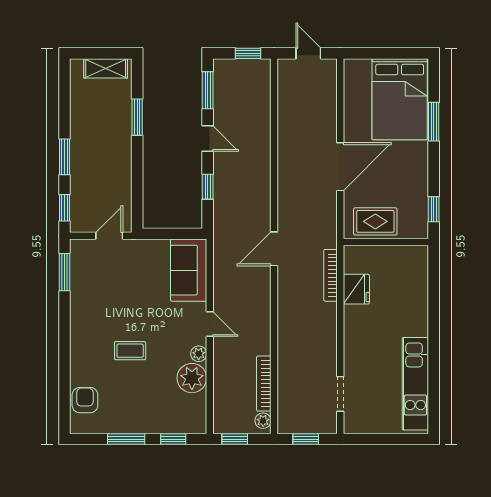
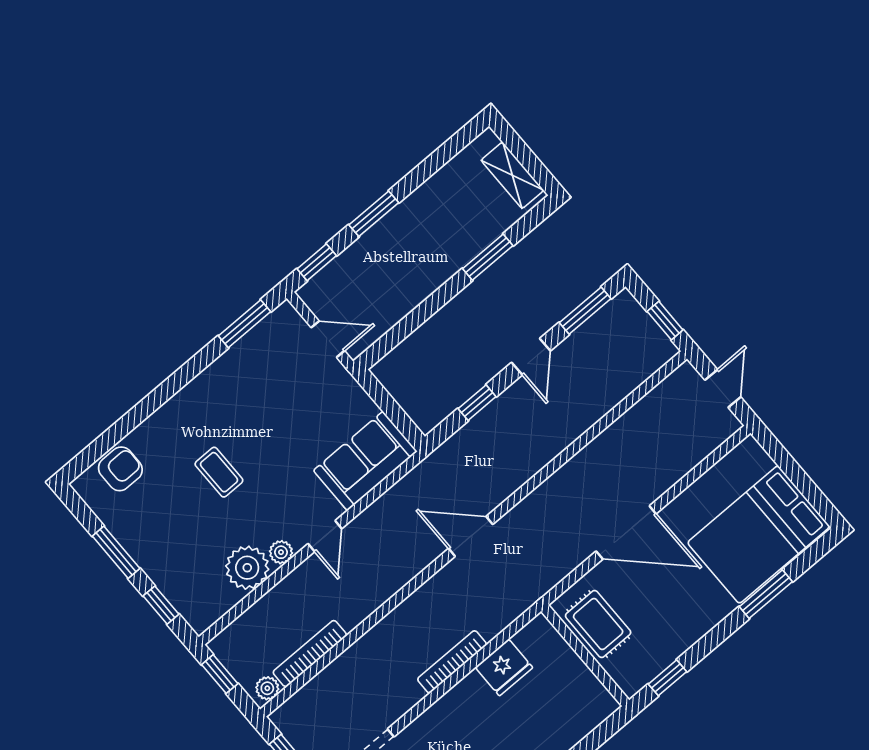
bookcase: (331, 275) -> (452, 662), moved

